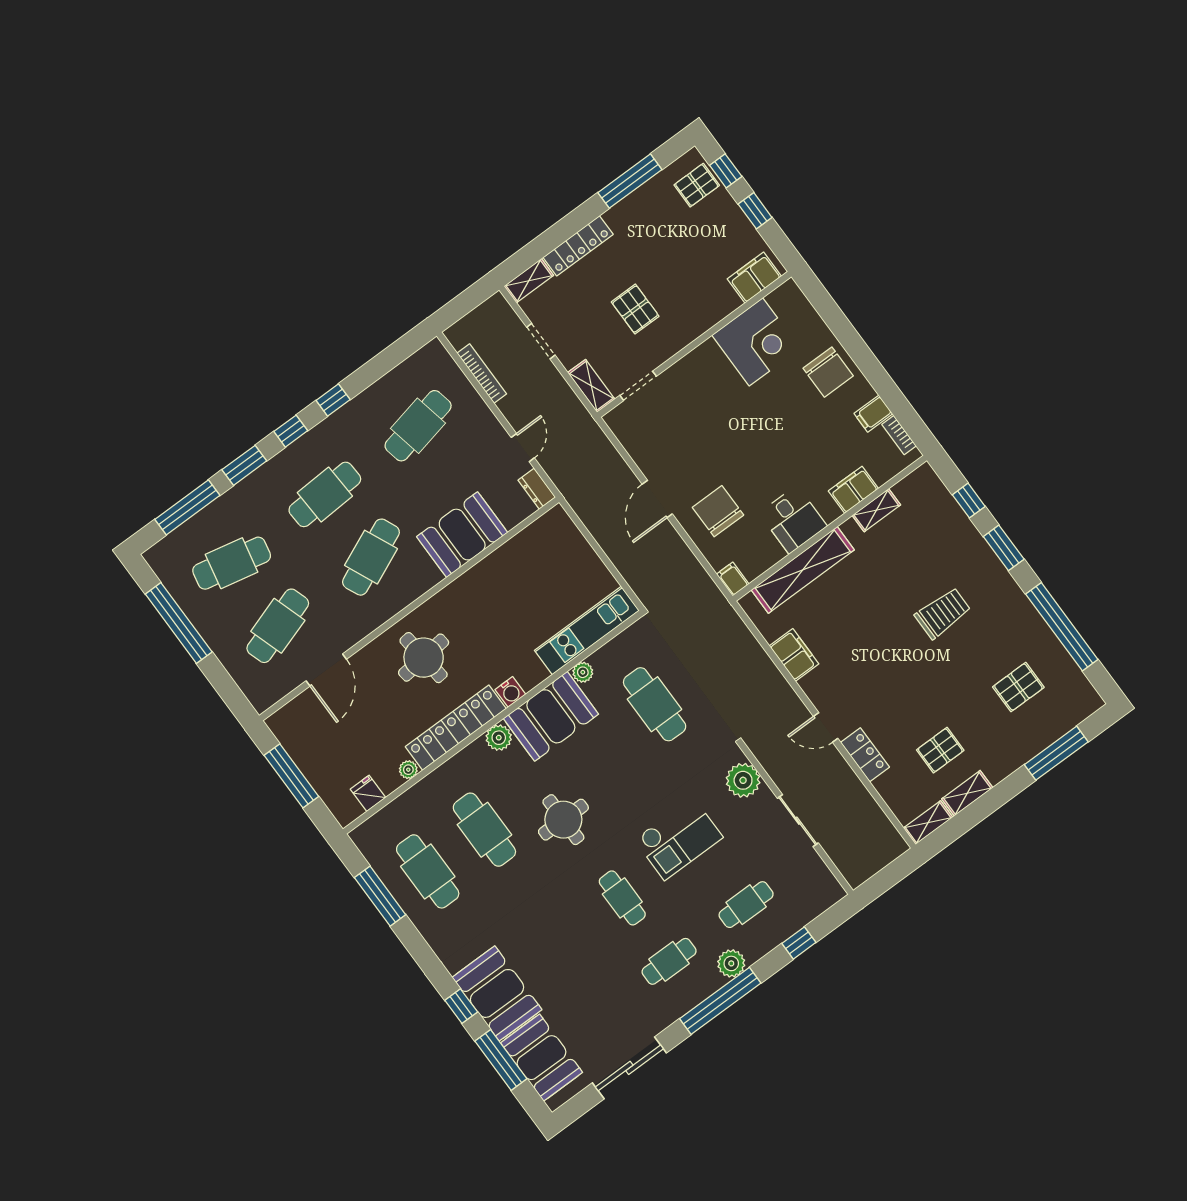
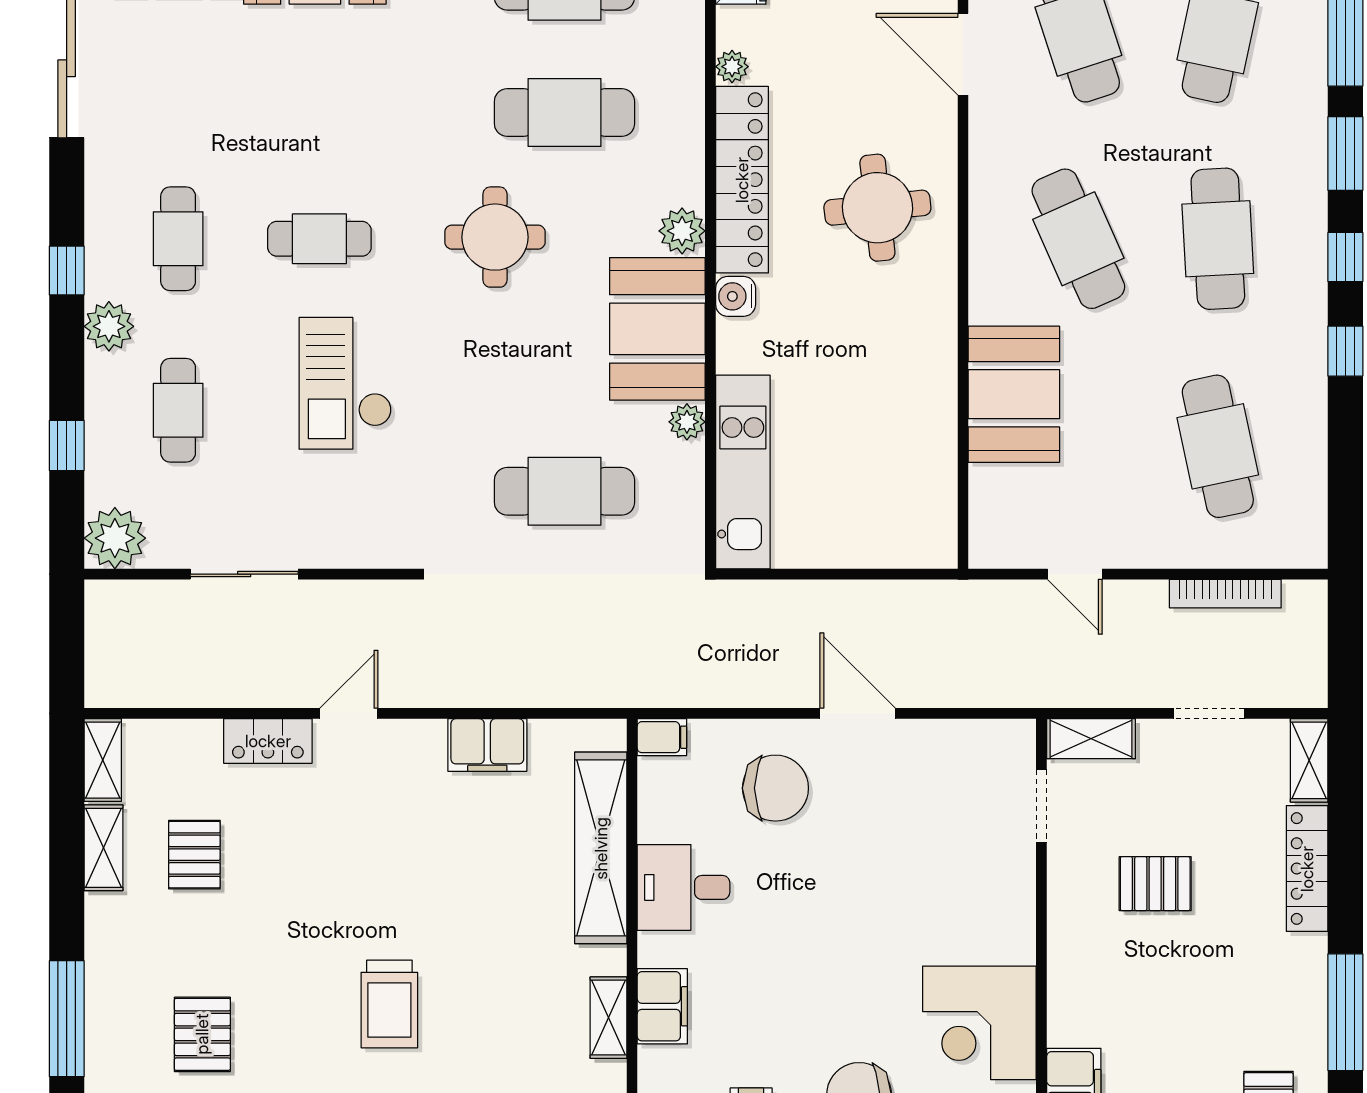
dresser: (537, 489) -> (1001, 551), removed
plant: (743, 780) -> (115, 538), moved
window: (720, 1001) -> (67, 271), width x0.32

